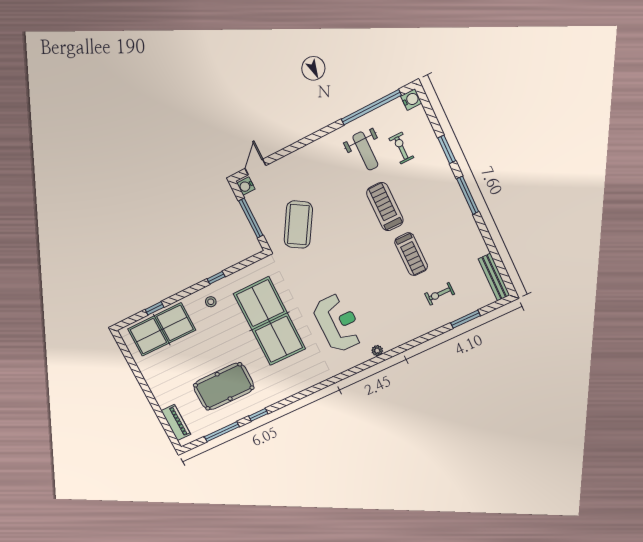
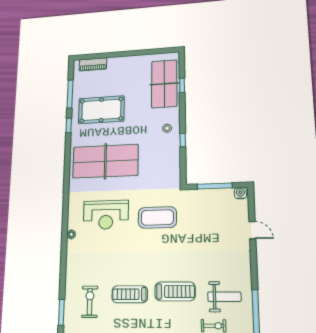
weight bench: (365, 151) -> (224, 297), turned 180
door: (255, 167) -> (252, 230), moved
coffee table: (298, 225) -> (157, 217), moved, turned -31
exercise bike: (440, 294) -> (90, 302), width x1.38, depth x1.39
table tennis table: (270, 321) -> (105, 161), moved
pool table: (224, 386) -> (101, 110), turned 90

